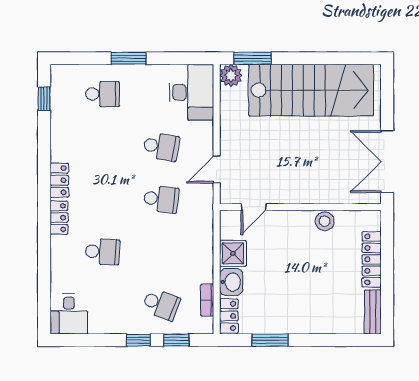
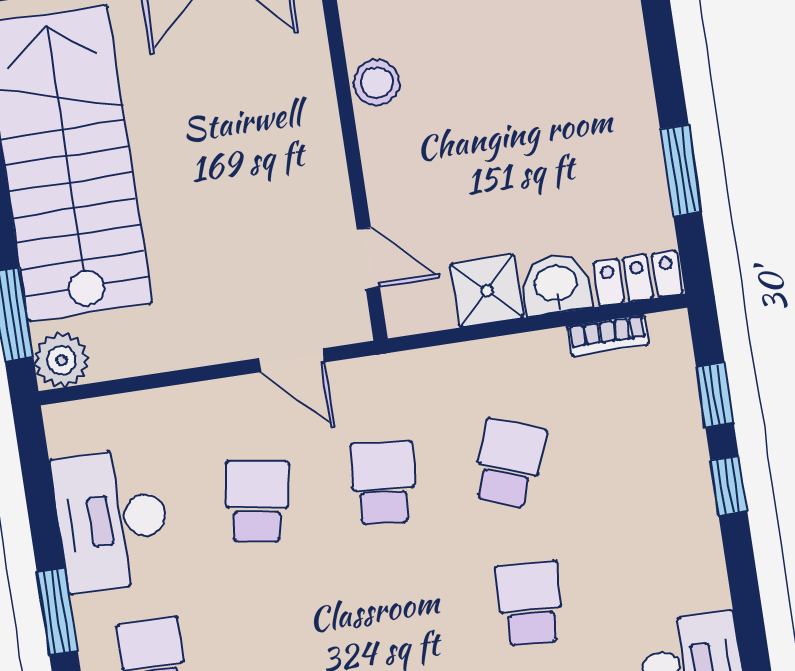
desk: (192, 92) -> (112, 520), moved, turned -90
school desk: (161, 304) -> (509, 463), moved

